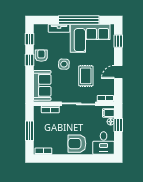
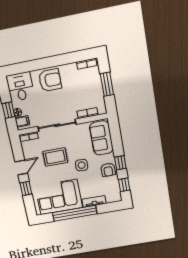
window: (118, 41) -> (26, 188), moved
rug: (86, 76) -> (55, 157), turned 90

